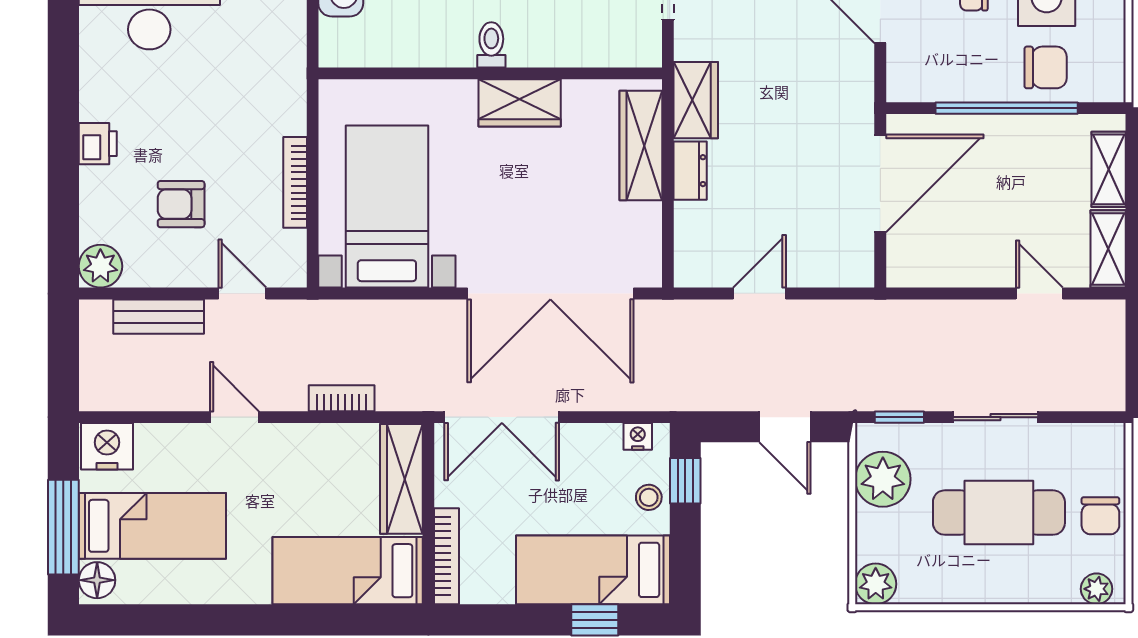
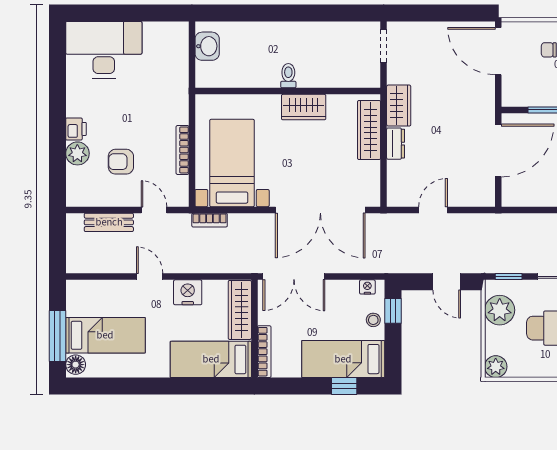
plant: (100, 266) -> (77, 153), moved
bookcase: (342, 398) -> (210, 220), moved, turned 180
nightstand: (107, 446) -> (188, 292), moved

